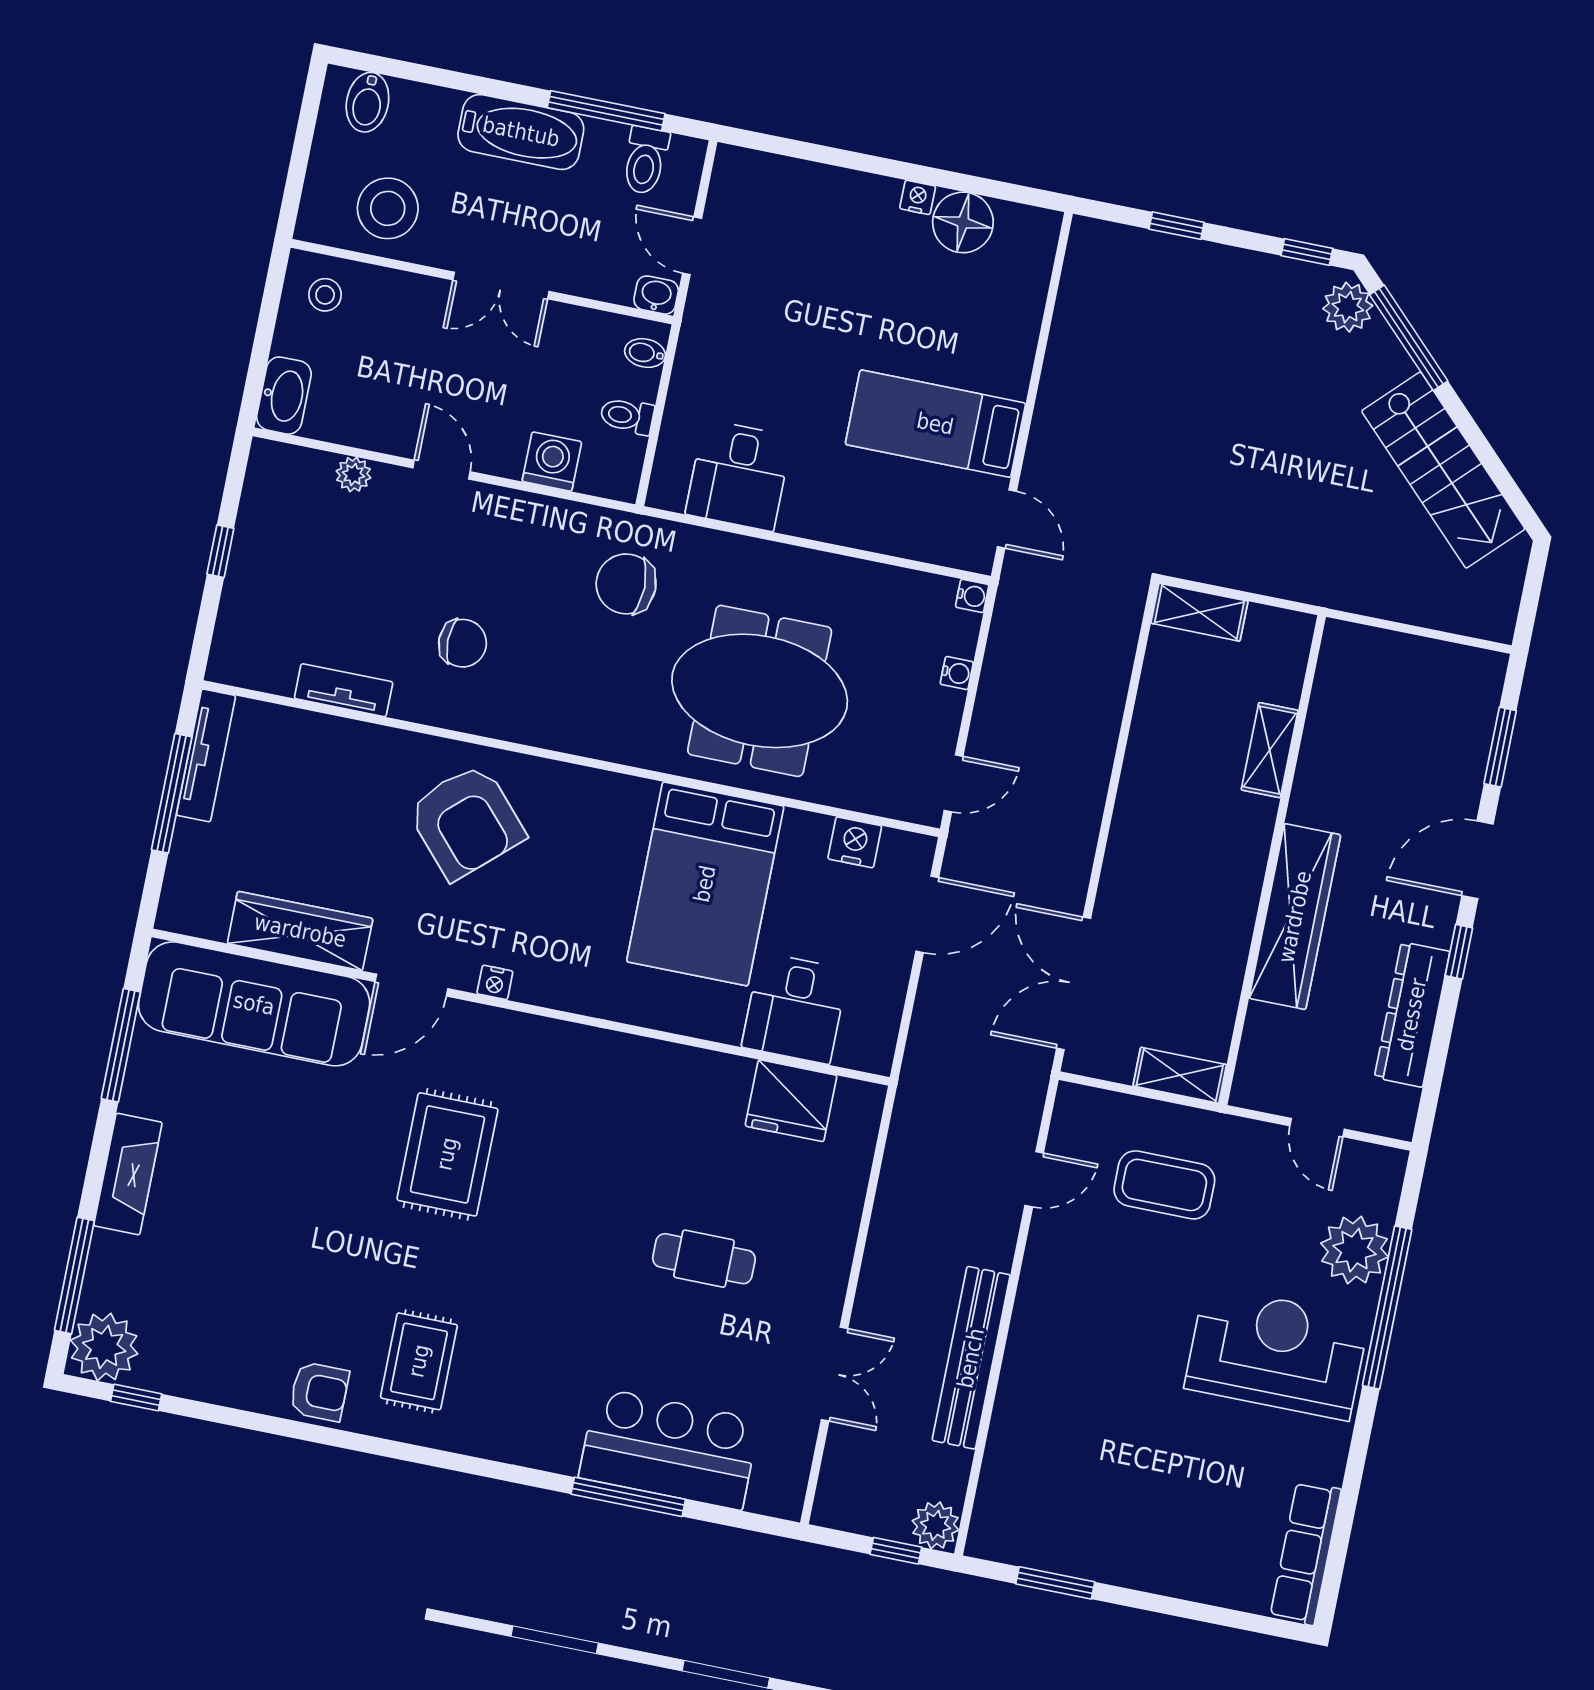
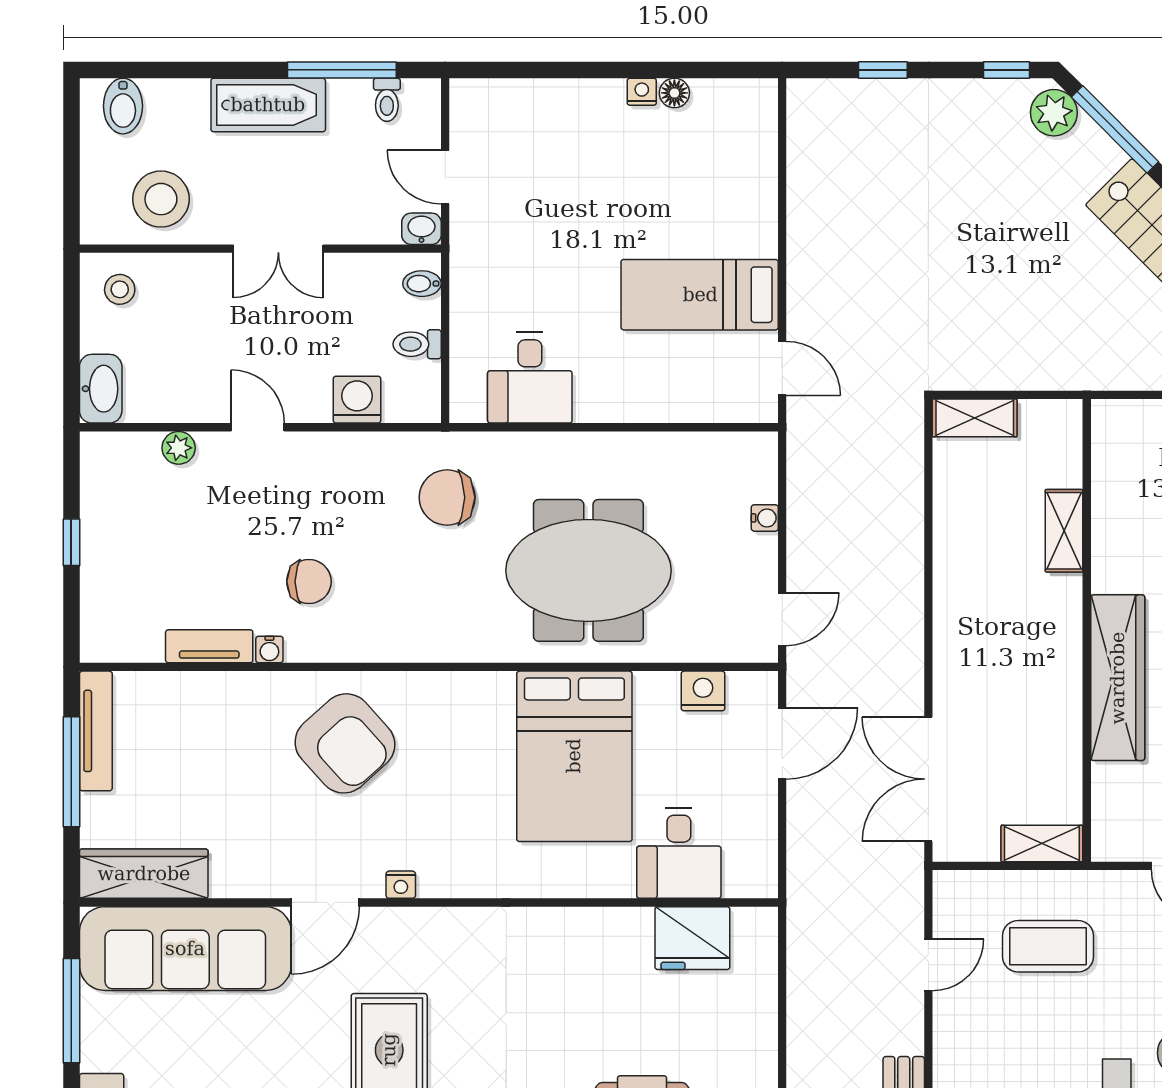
toilet: (645, 160) -> (387, 100), width x0.73, depth x0.72
floor lamp: (963, 222) -> (674, 93), width x0.53, depth x0.53
water cooler: (972, 596) -> (269, 649), moved, turned 90
wardrobe: (300, 931) -> (144, 874), moved

